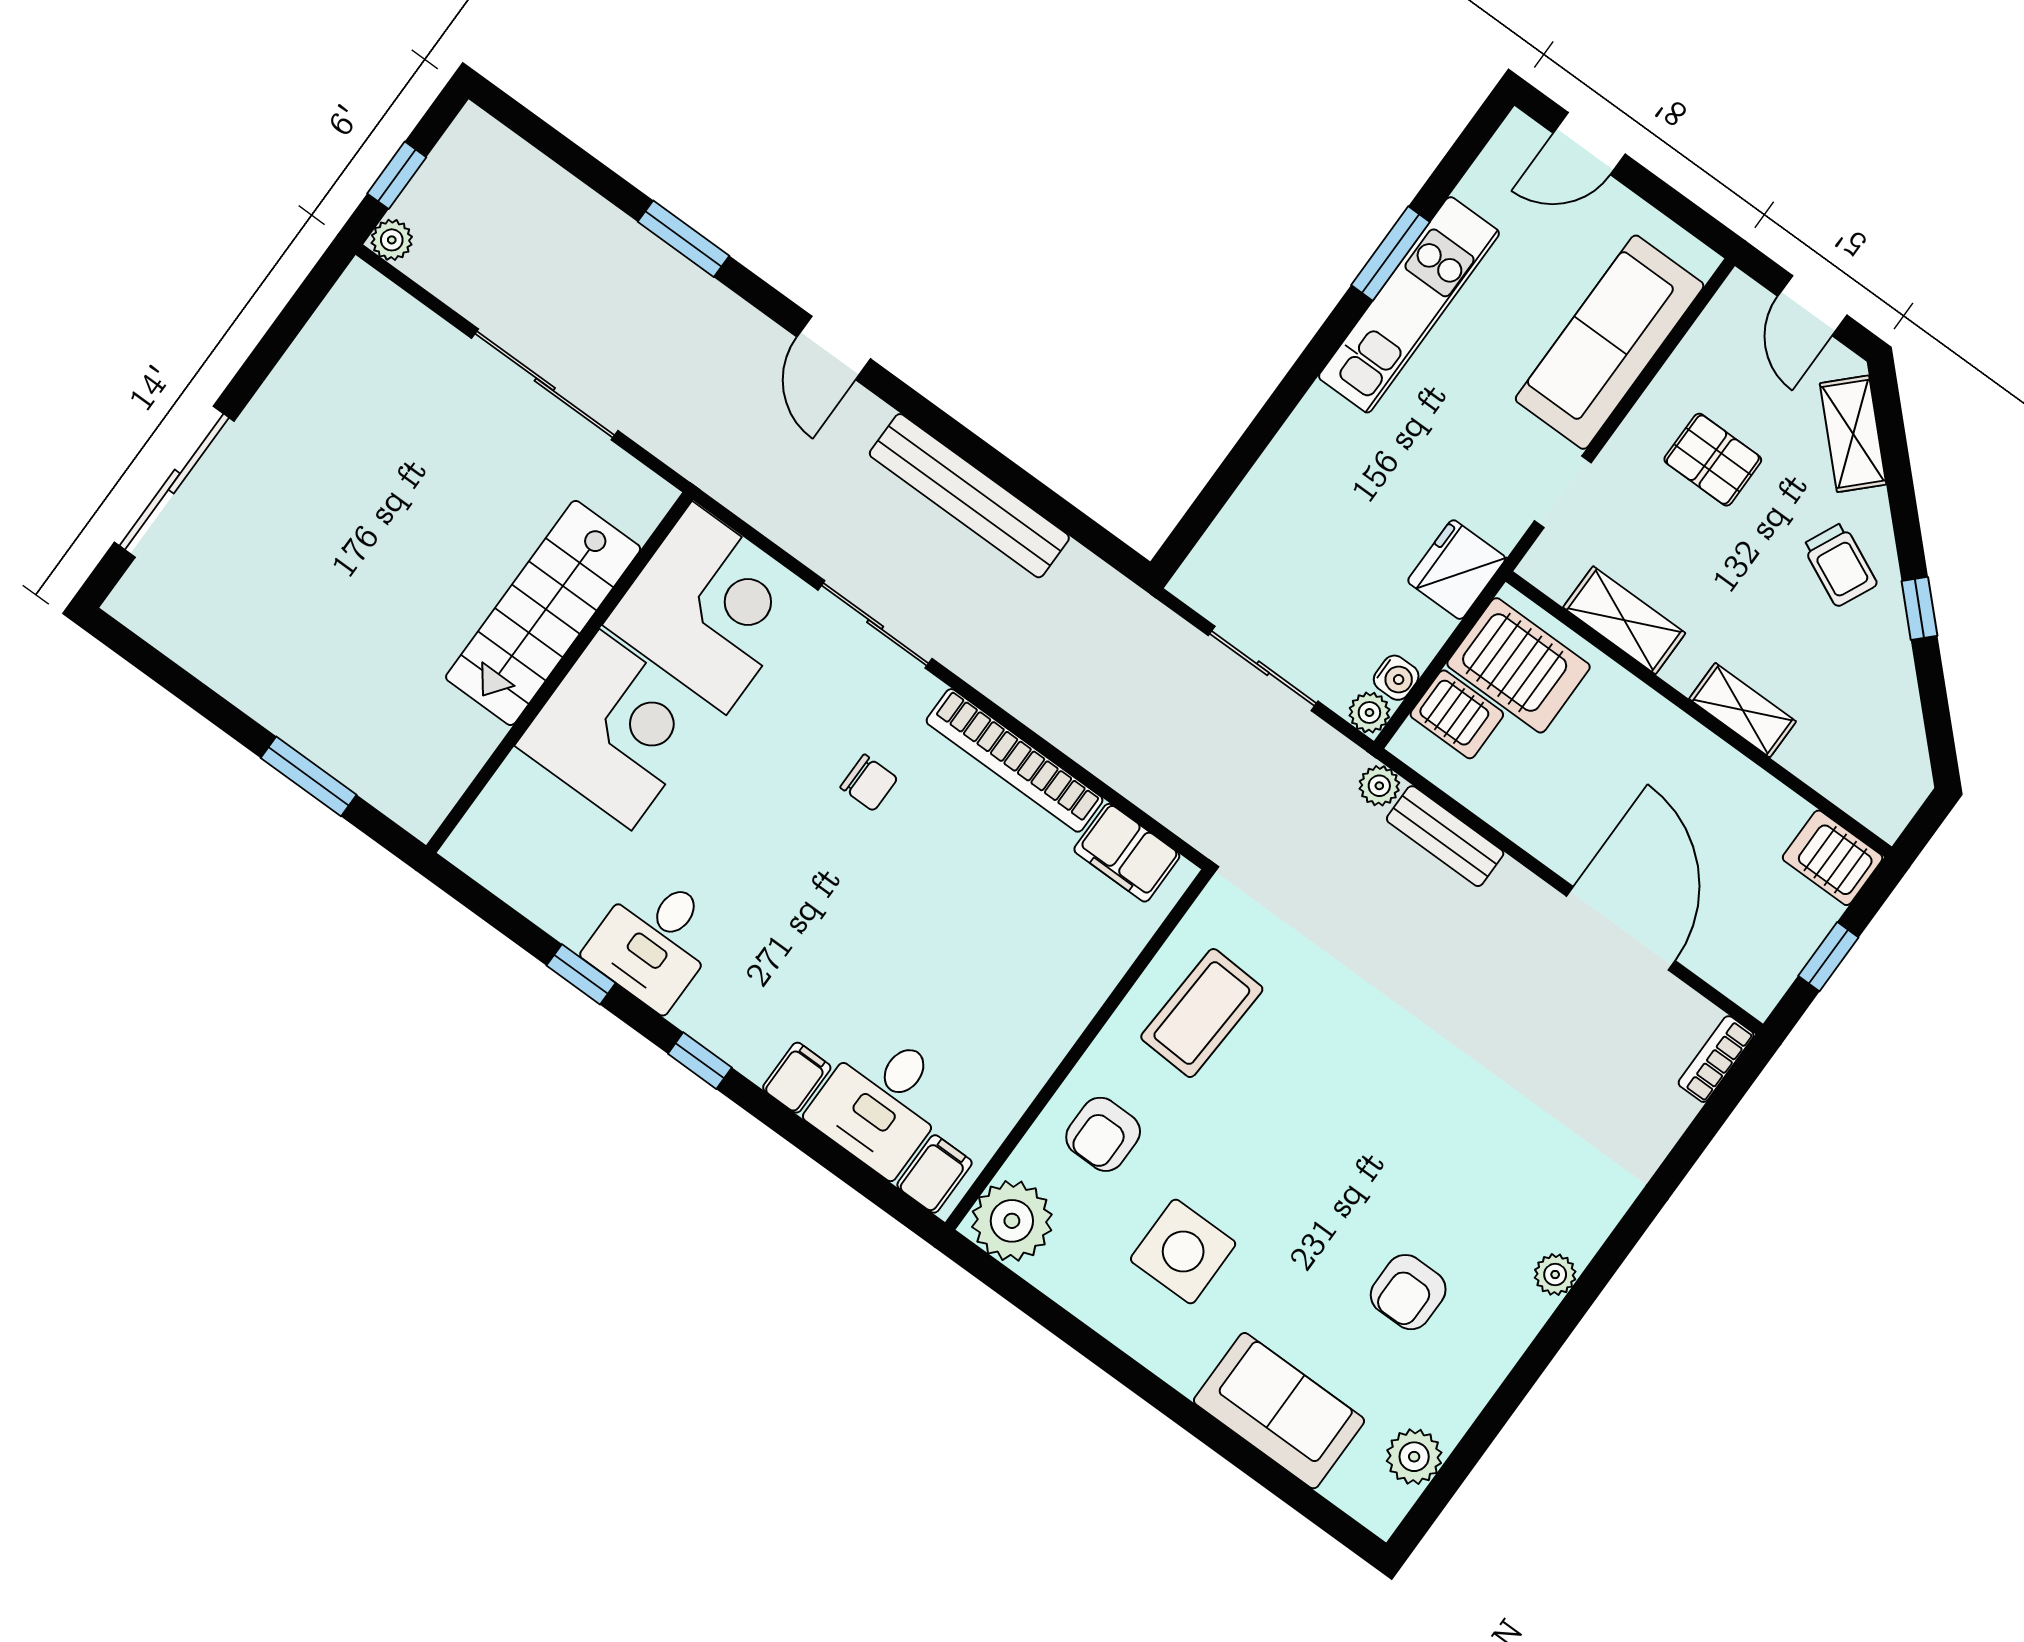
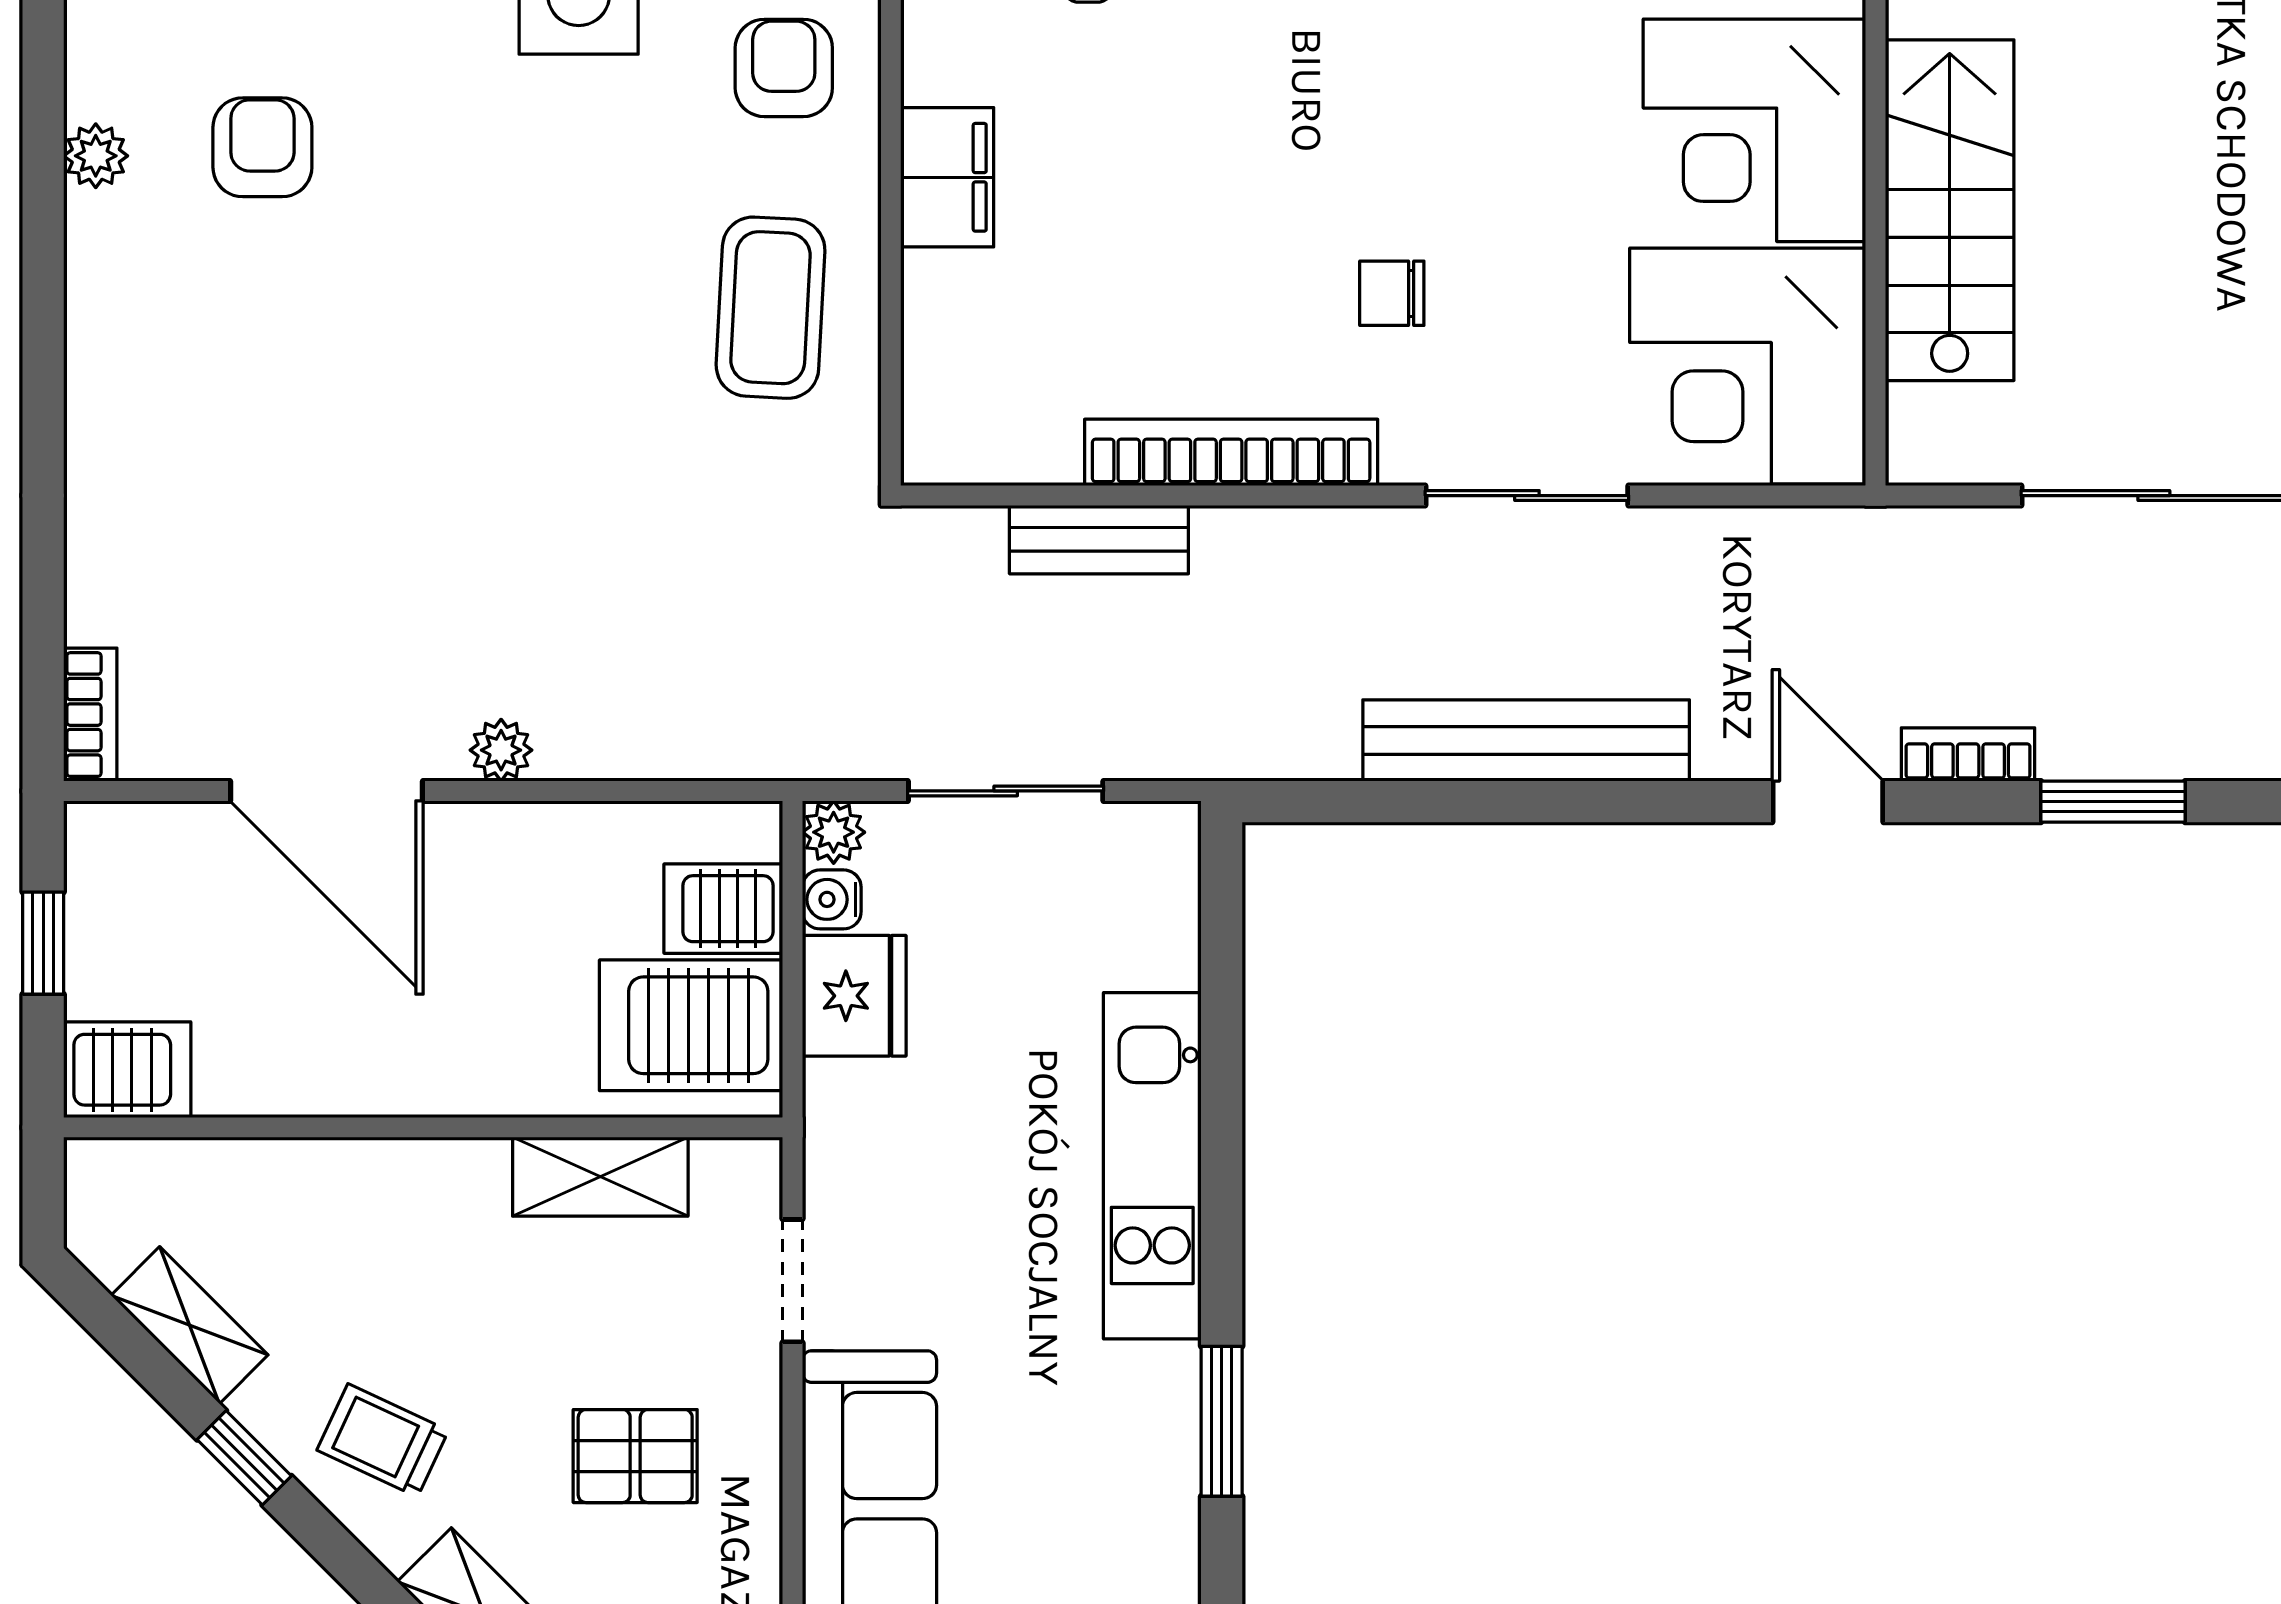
kitchen unit: (1409, 305) -> (1152, 1166), moved
bookcase: (742, 319) -> (1968, 754), added
fridge: (1457, 570) -> (854, 996), moved
shelving: (1743, 710) -> (190, 1325), moved, turned 45
plant: (1379, 786) -> (501, 750), moved
bench: (1445, 836) -> (1099, 540), moved
filing cabinet: (1127, 853) -> (947, 177), moved, turned 90
plant: (1555, 1275) -> (96, 156), moved

